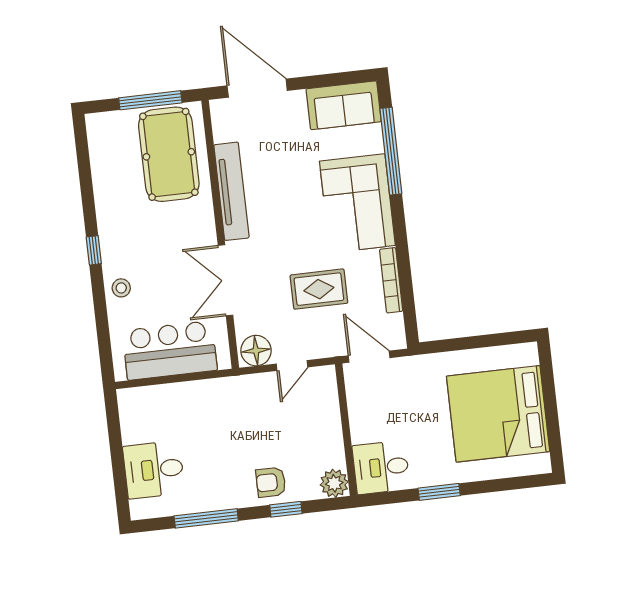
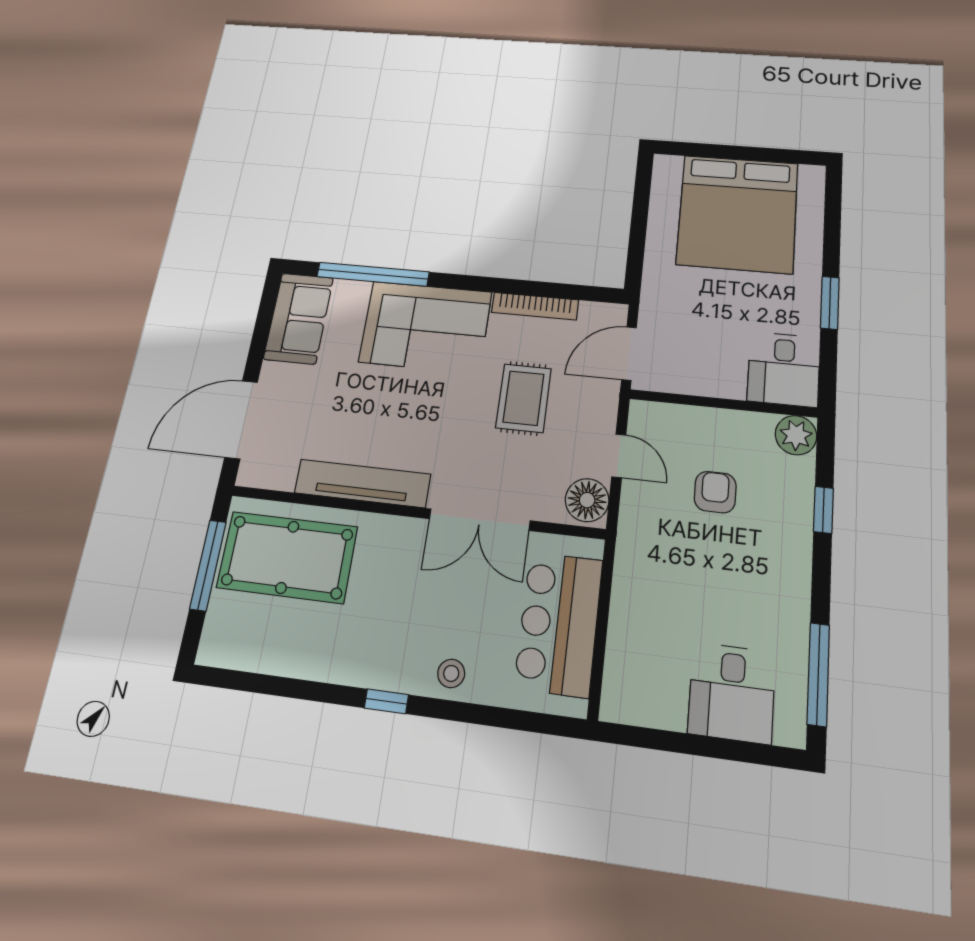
armchair: (271, 482) -> (715, 492), moved, turned 180
window: (206, 518) -> (818, 674), moved

